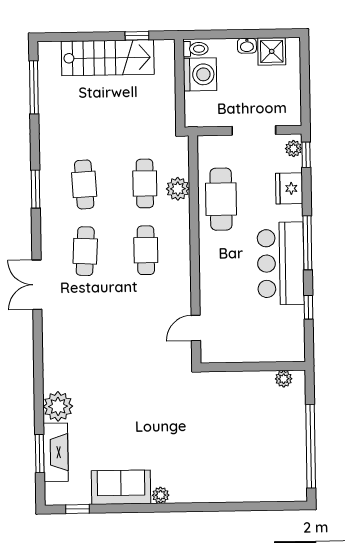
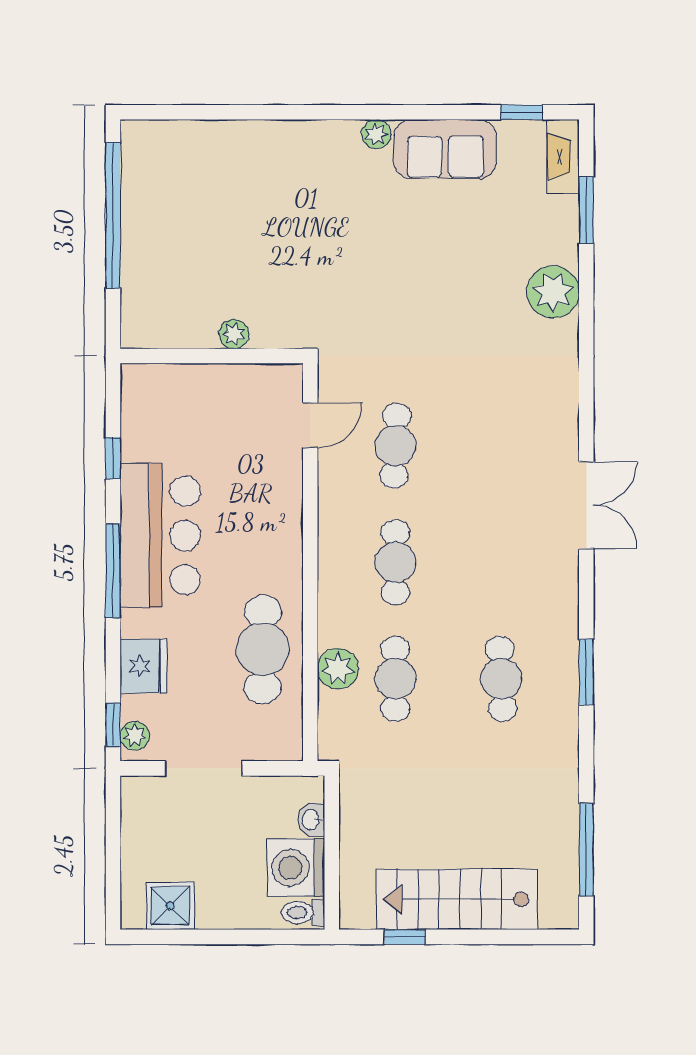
washbasin: (247, 46) -> (311, 820), moved, turned -90
cafe table: (85, 251) -> (395, 446), moved
plant: (284, 379) -> (234, 334), moved
fireplace: (56, 452) -> (563, 157), moved, width x0.73, depth x0.76

